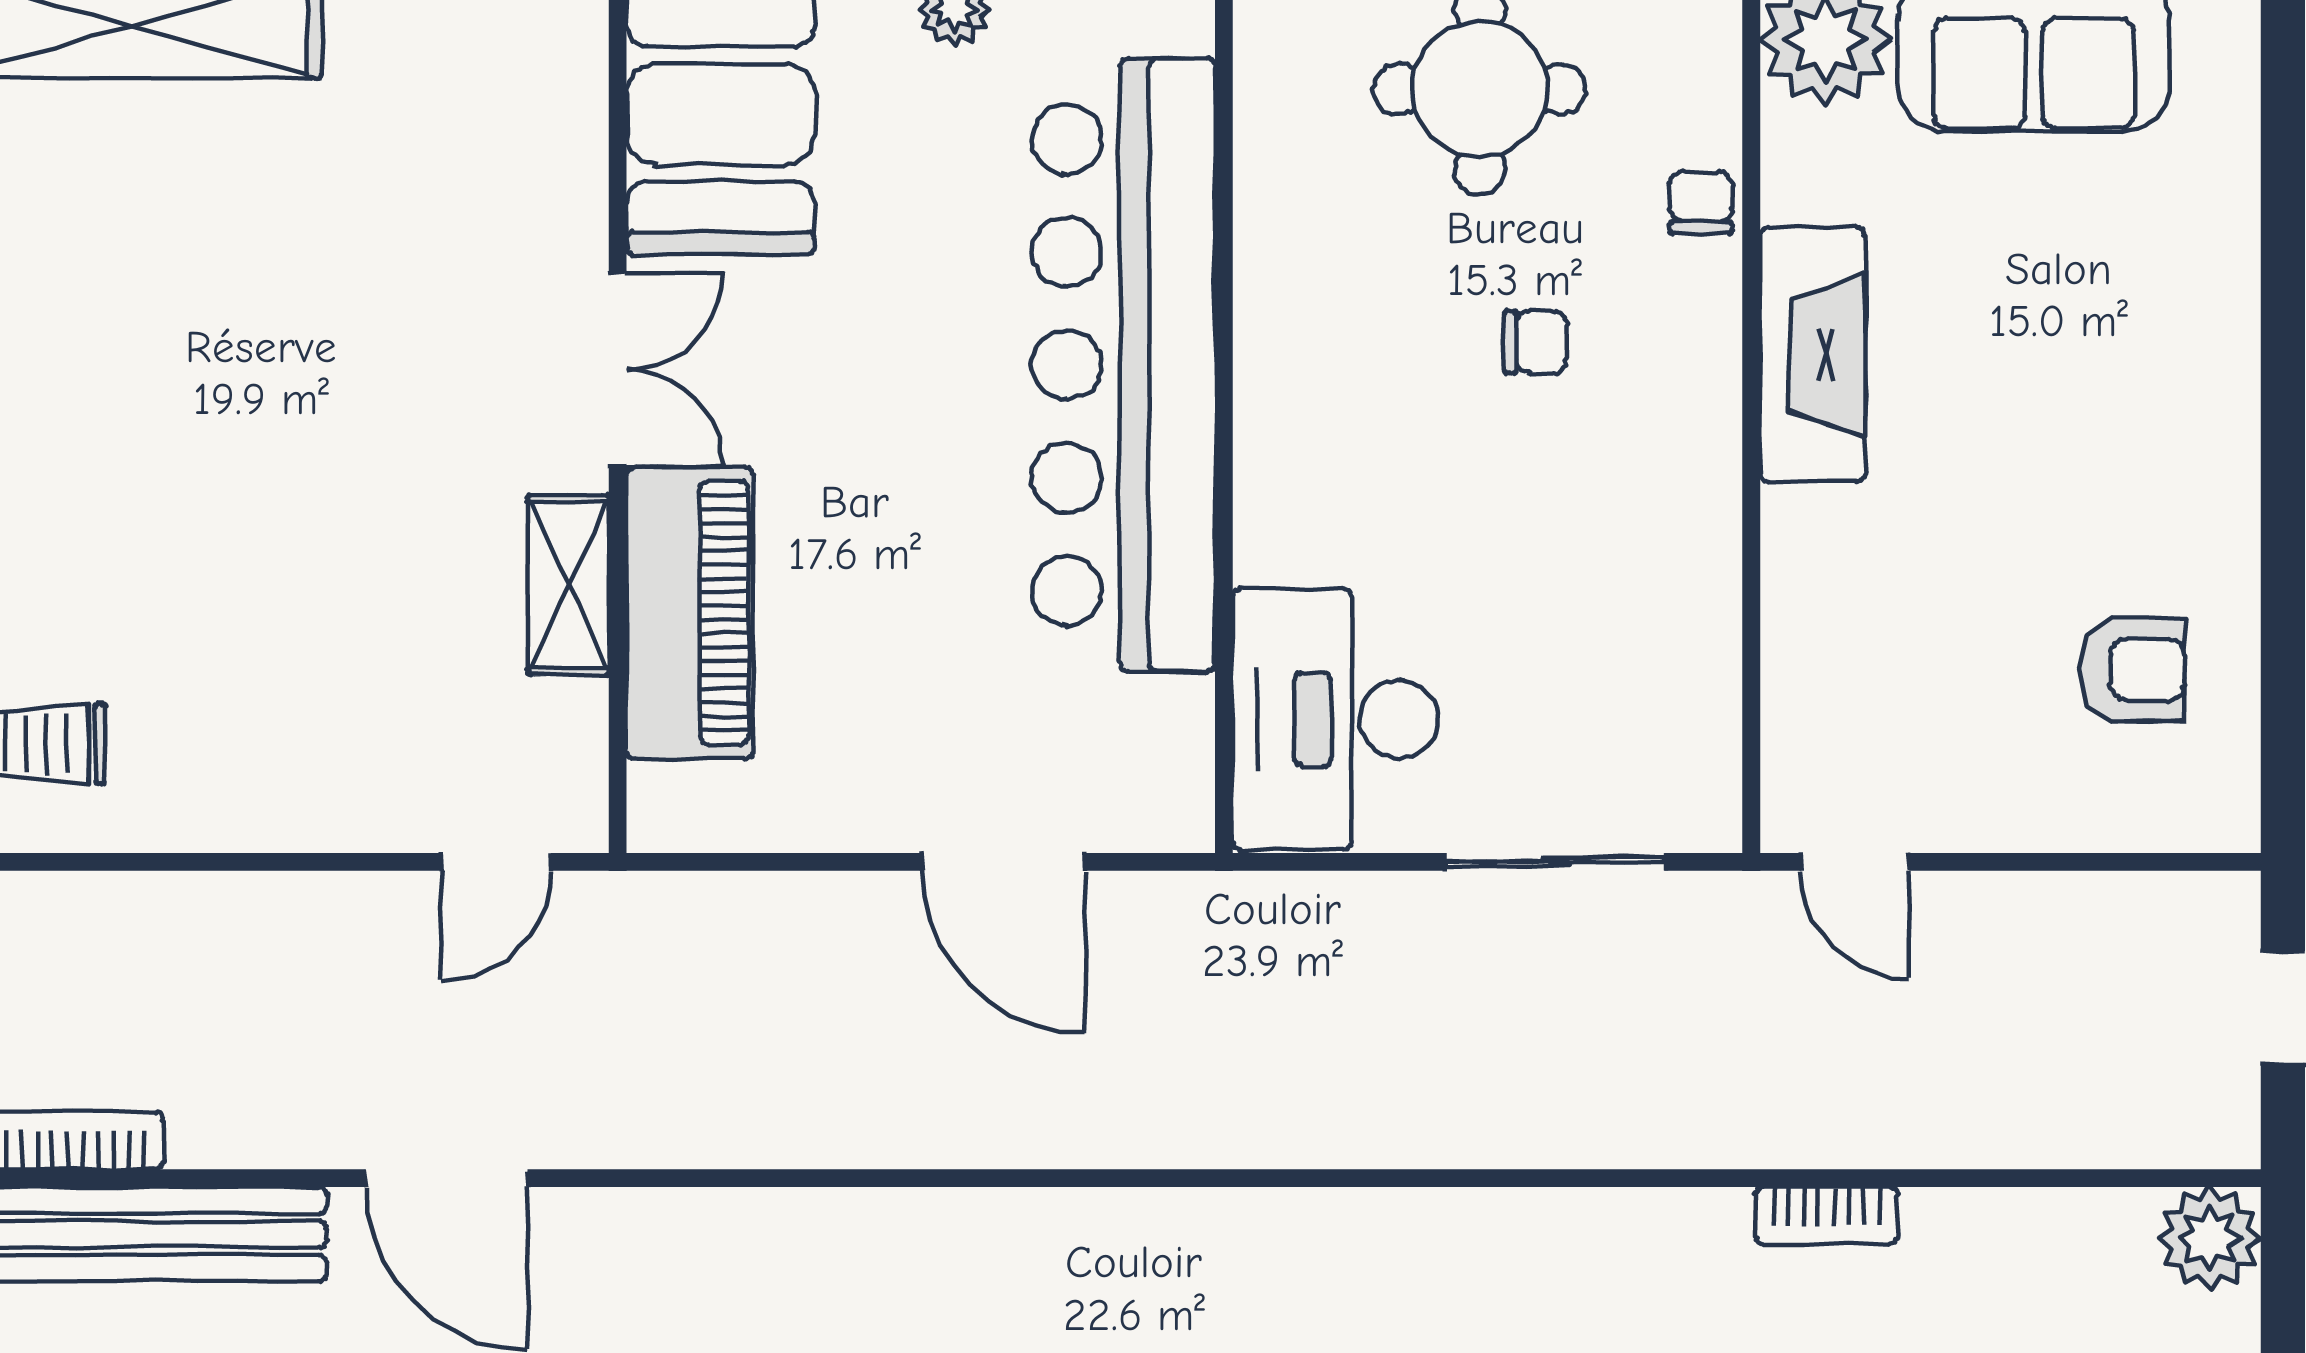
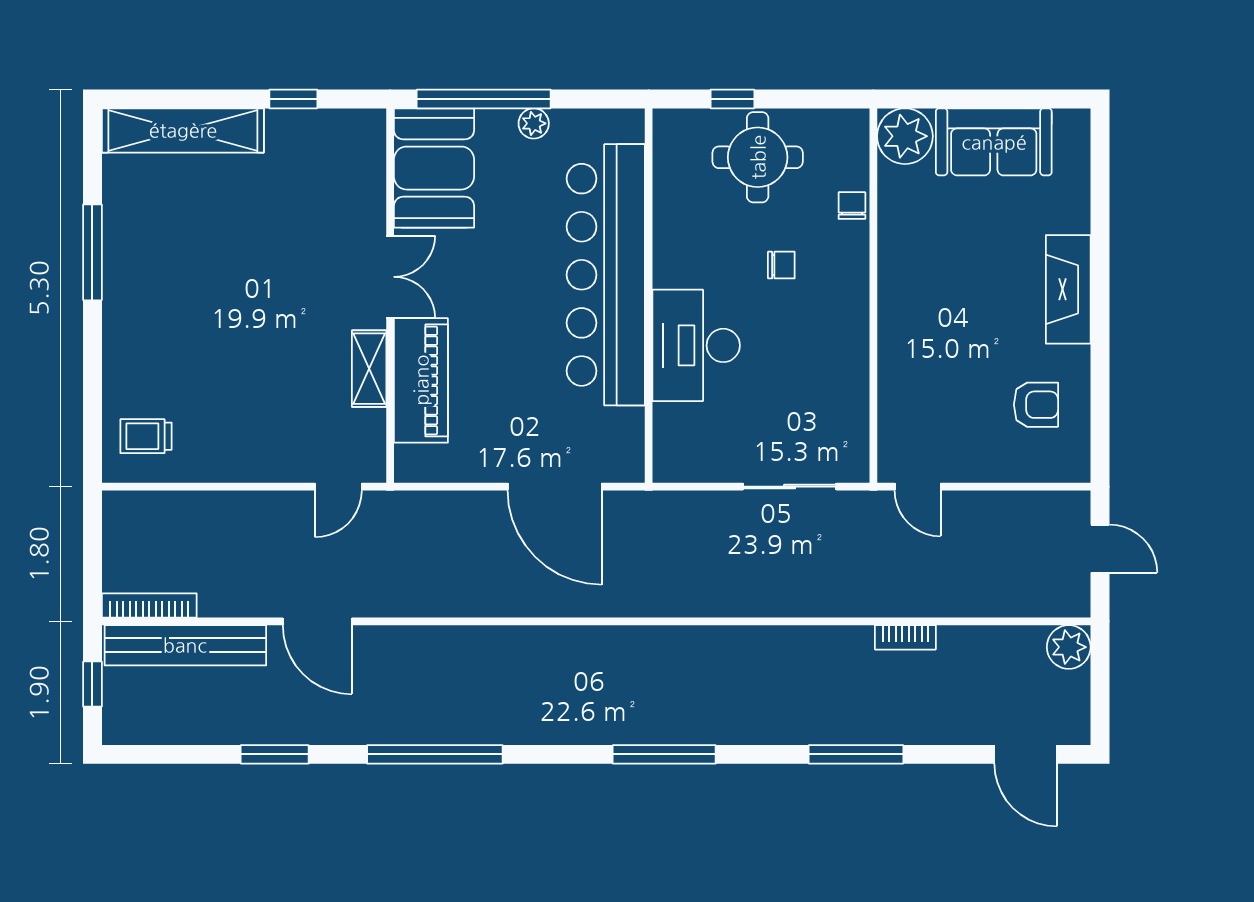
fireplace: (1812, 355) -> (1068, 289), moved, turned 180
desk: (1335, 719) -> (696, 345), moved
door: (1003, 862) -> (555, 487), width x1.36

